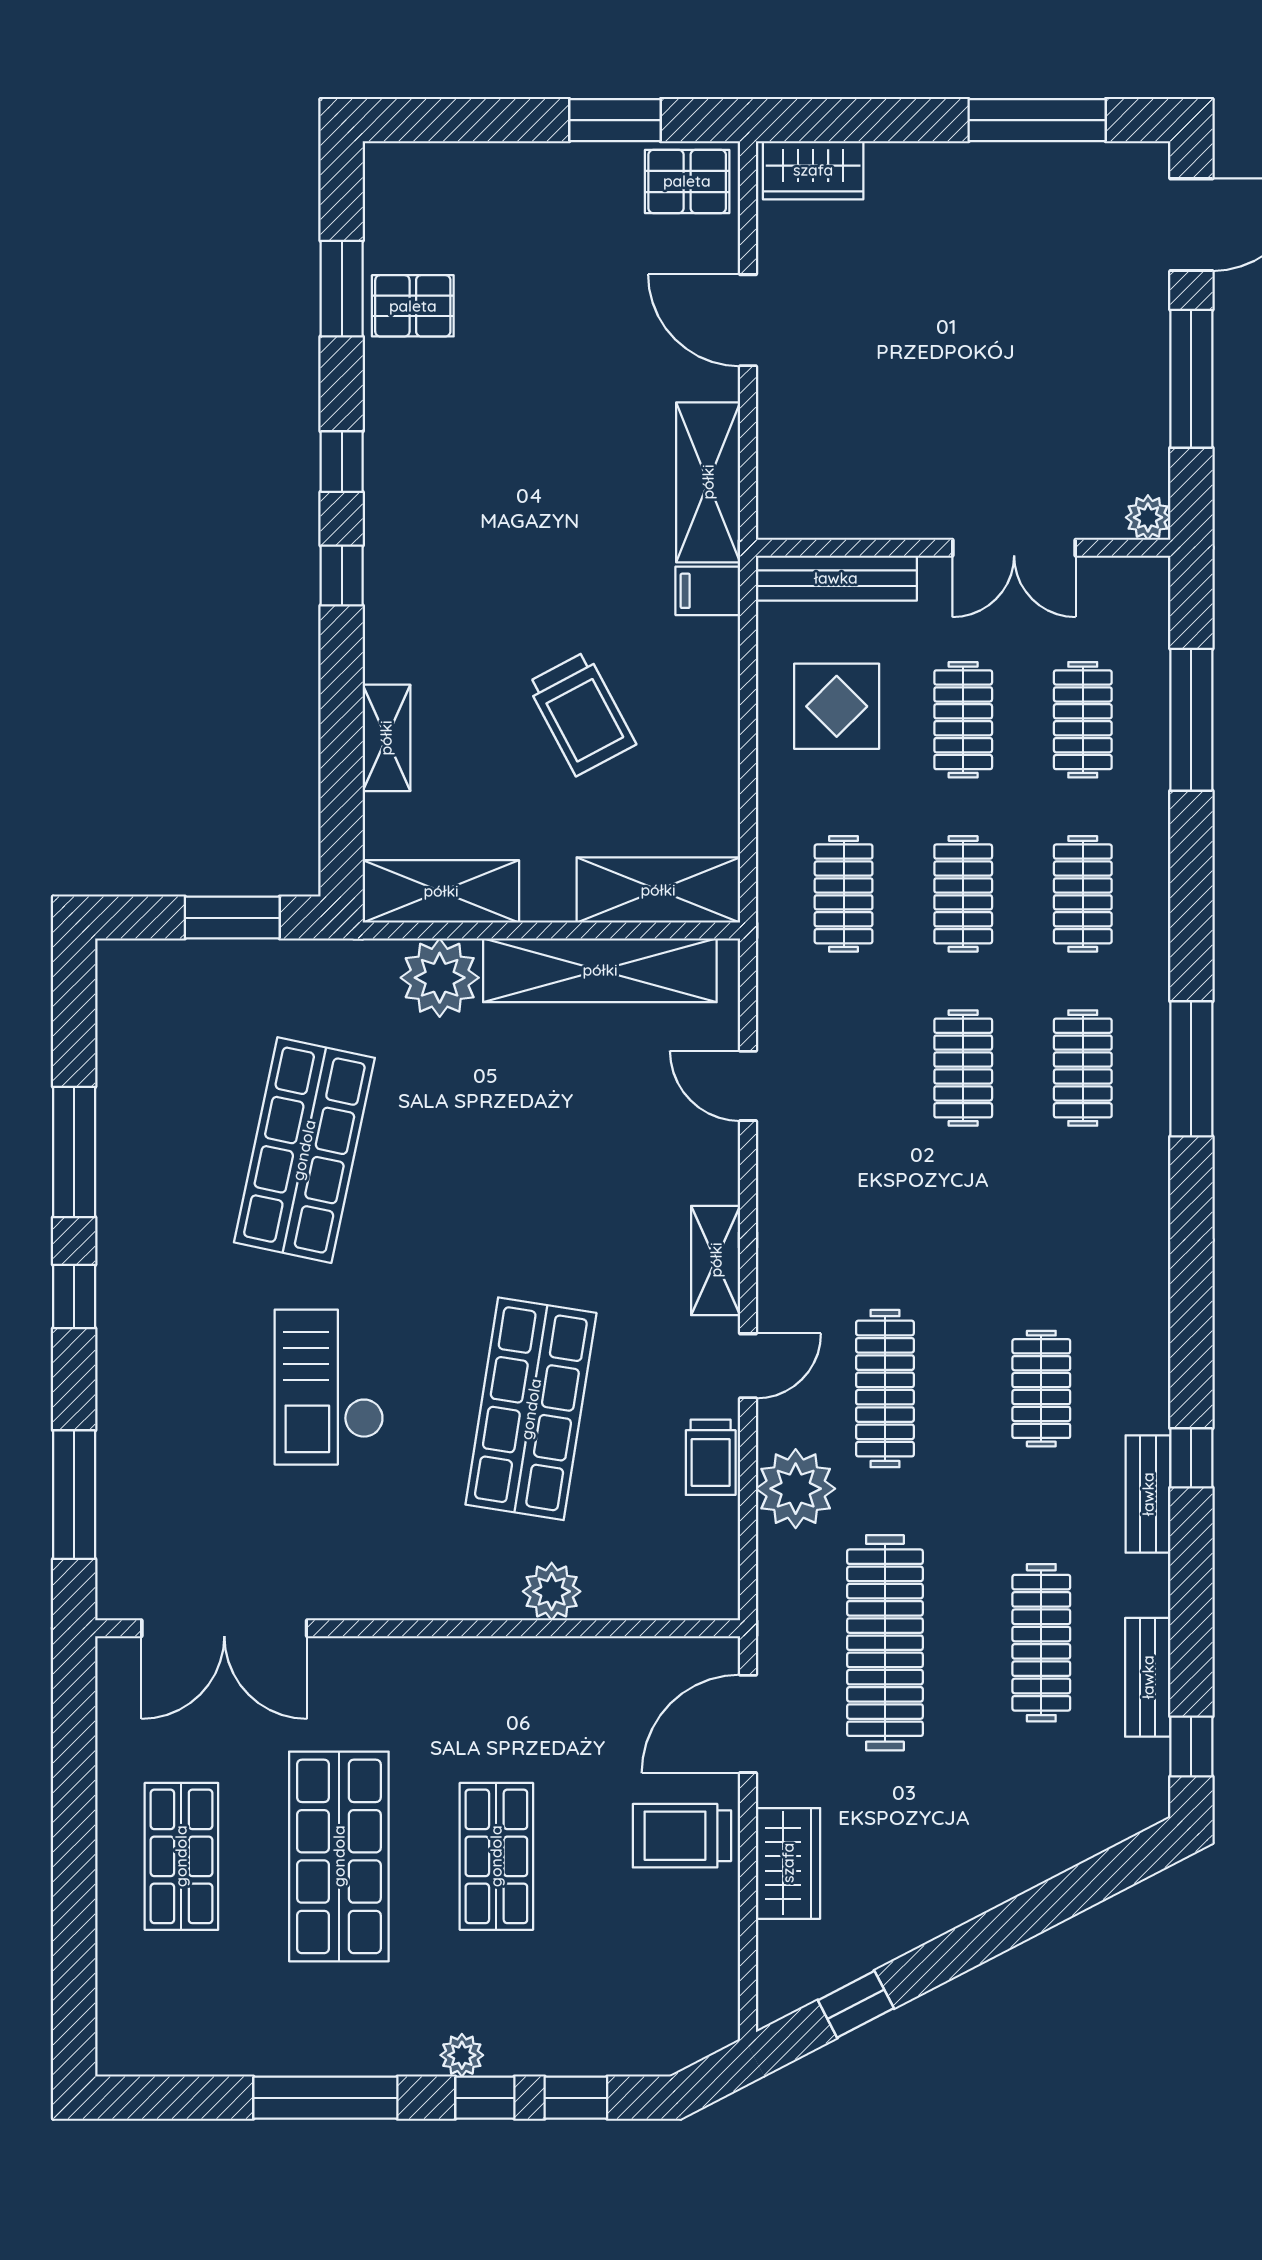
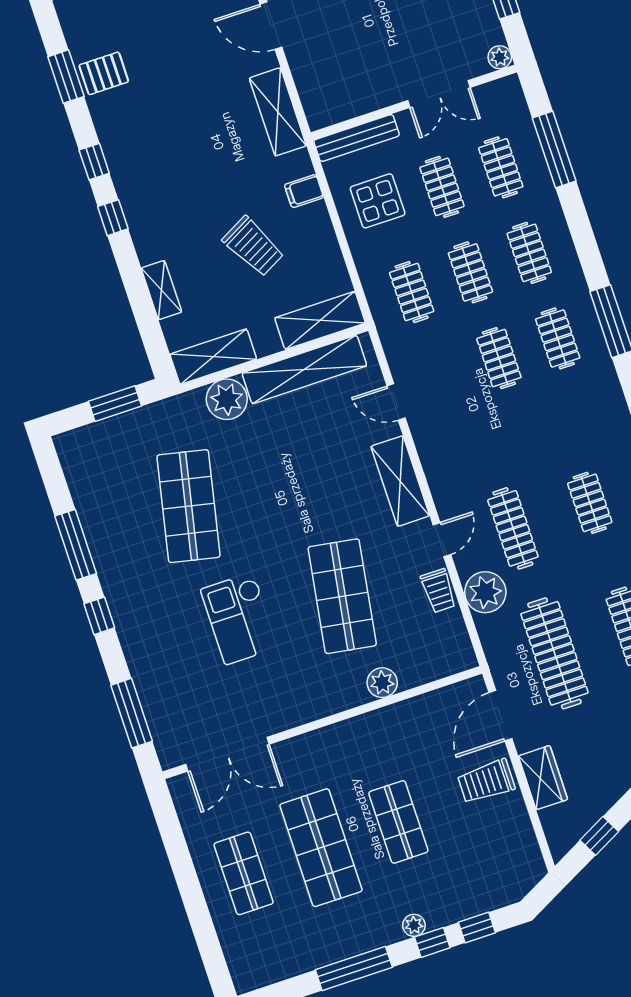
filing cabinet: (708, 591) -> (304, 191), moved
shelving: (716, 1260) -> (400, 481), width x1.50, depth x1.33

